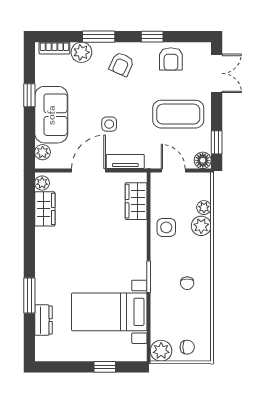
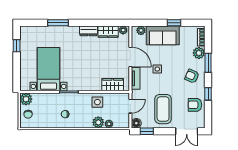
dresser: (43, 320) -> (88, 31), moved
window: (105, 367) -> (17, 46), moved

